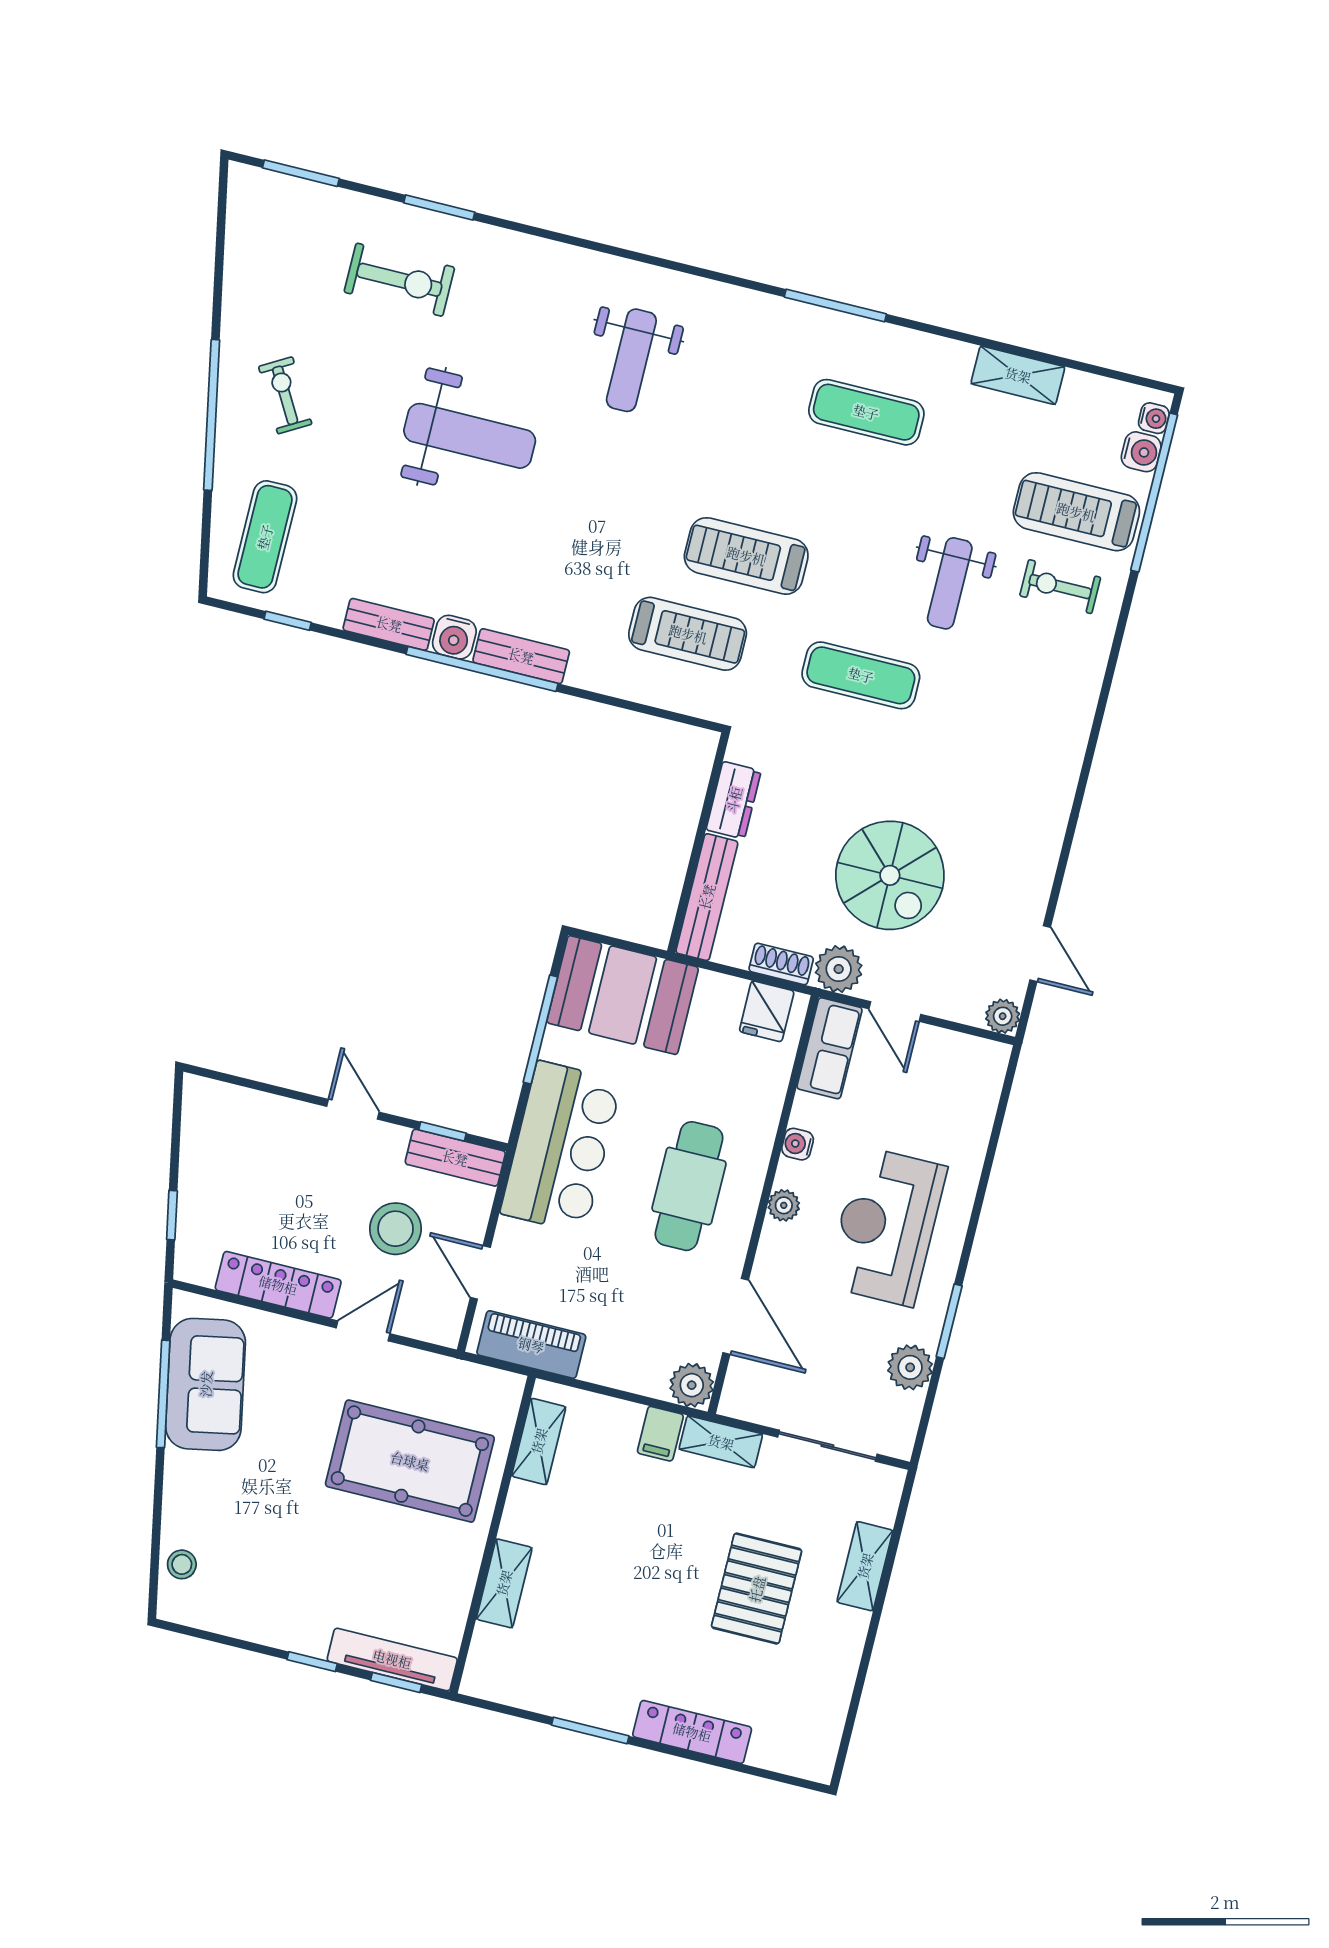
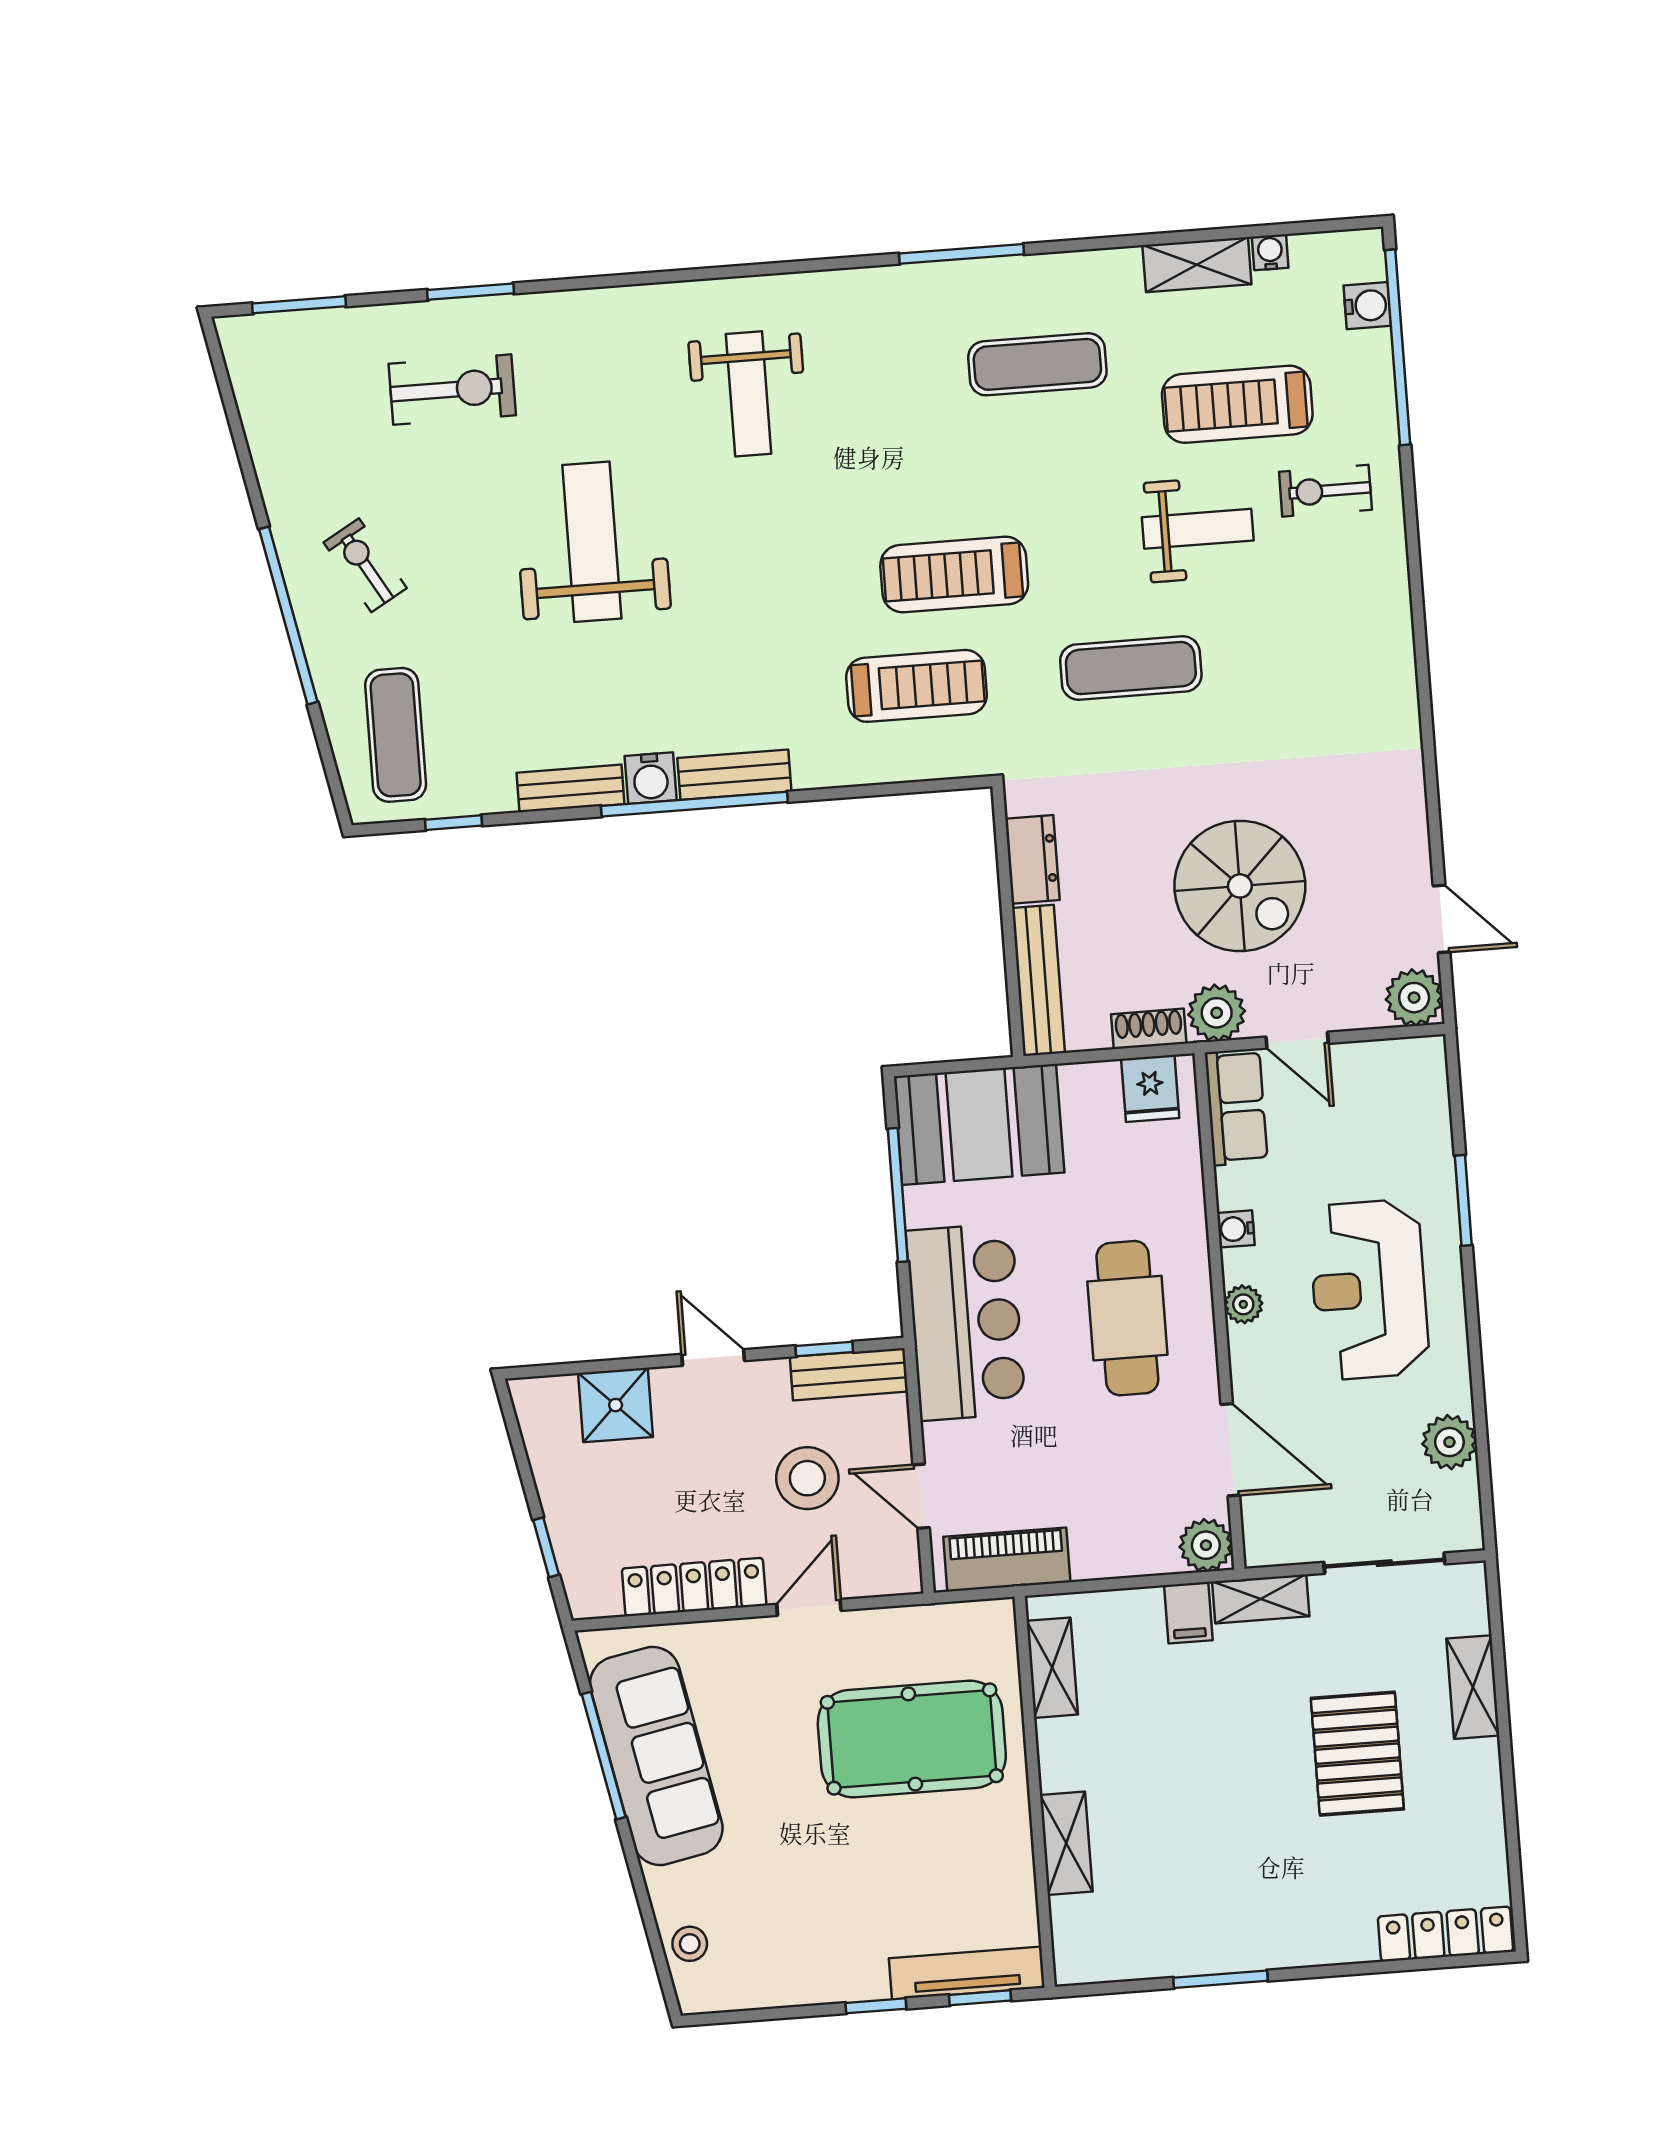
water cooler: (1154, 418) -> (1270, 252), moved, turned -90
weight bench: (470, 436) -> (592, 542), turned -90
treadmill: (1076, 512) -> (1237, 404), moved
weight bench: (950, 583) -> (1198, 529), turned -90
plant: (1003, 1016) -> (1414, 998), width x1.38, depth x1.38
shower: (264, 1121) -> (616, 1405), added
window: (949, 1321) -> (1463, 1200), moved
sofa: (206, 1384) -> (656, 1756), width x1.36
locker: (692, 1732) -> (1446, 1934), moved

